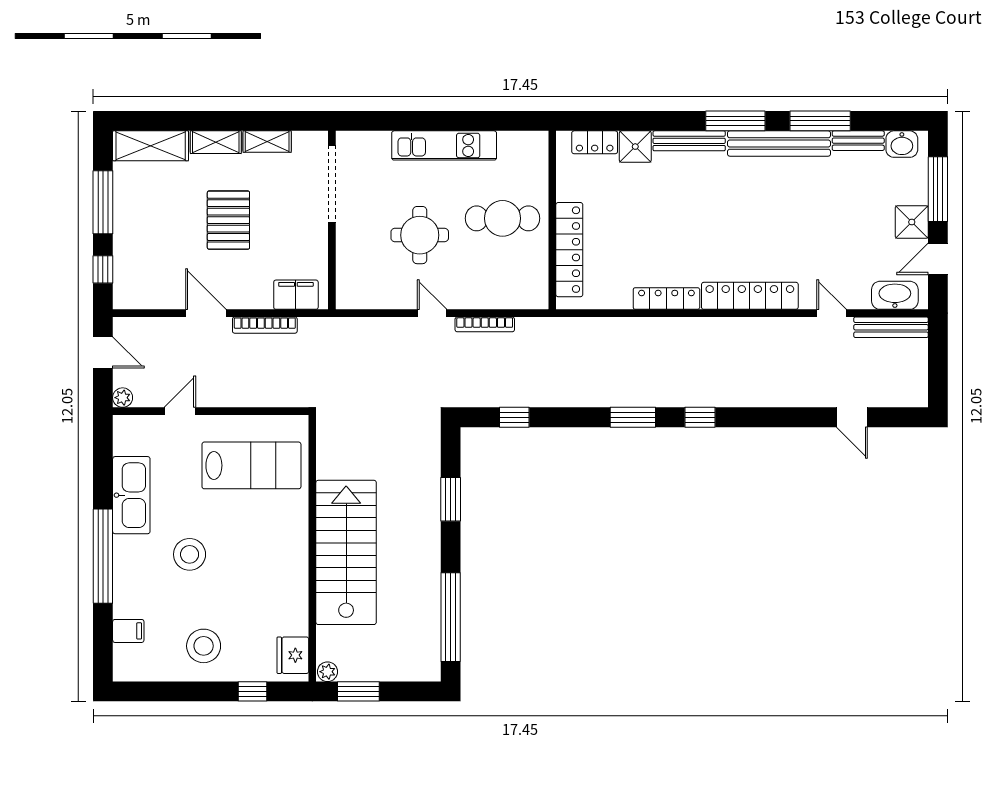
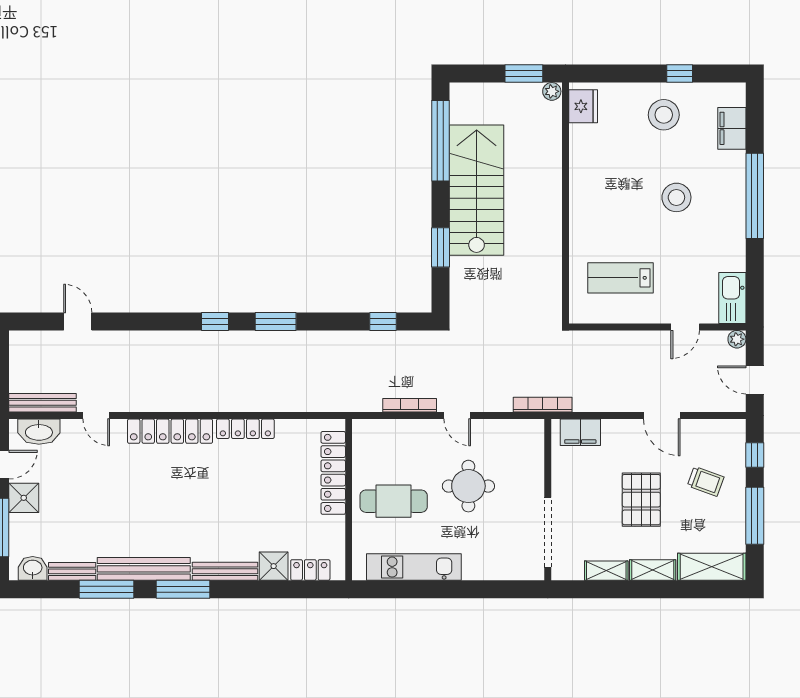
kitchen unit: (444, 145) -> (414, 567), moved
trolley: (157, 240) -> (706, 481), added
bookcase: (265, 325) -> (543, 405), moved
lab bench: (251, 465) -> (620, 278), width x0.73, depth x0.72
kitchen sink: (131, 495) -> (732, 298), moved, width x0.73, depth x0.81
stairs: (346, 552) -> (477, 190), moved, turned 180
filing cabinet: (128, 631) -> (732, 128), width x2.00
window: (252, 691) -> (680, 74), moved

